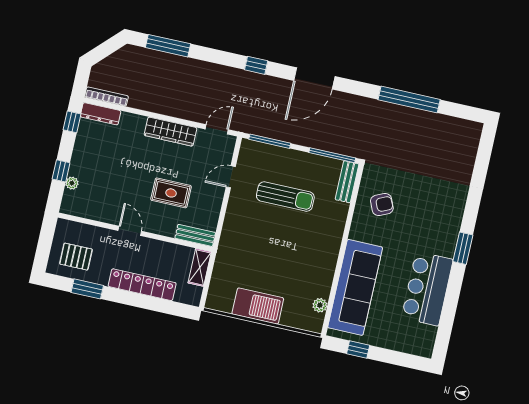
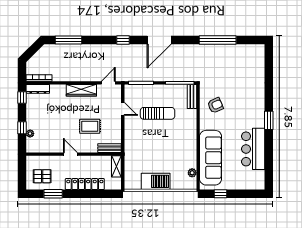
door: (231, 177) -> (123, 109), swing flipped

